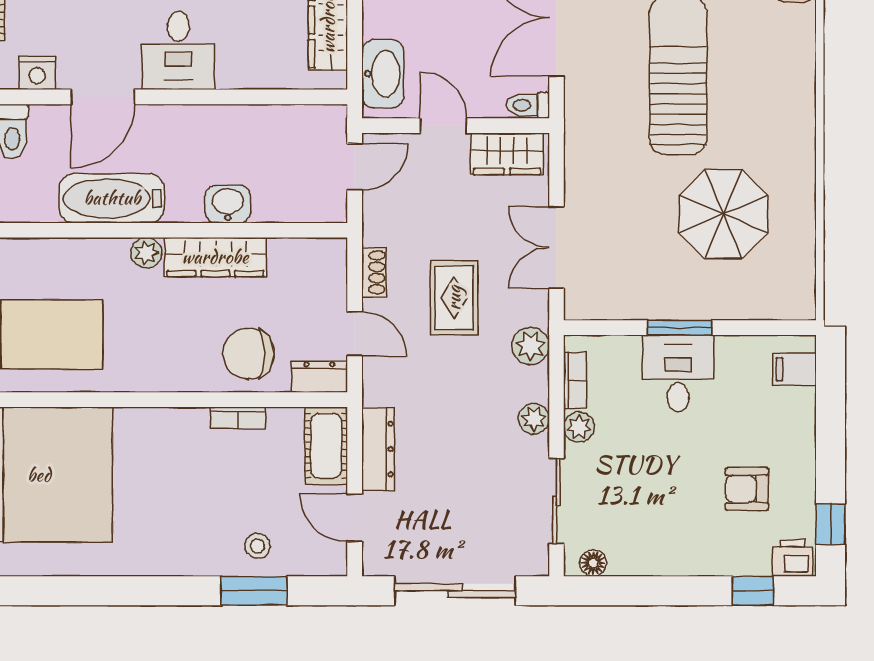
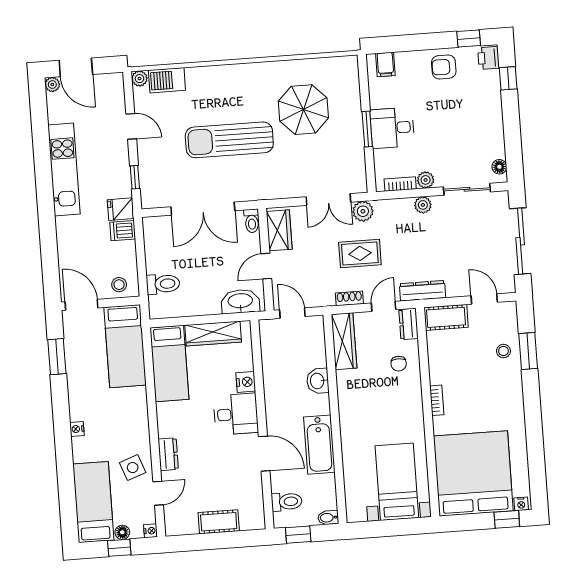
nightstand: (37, 73) -> (246, 382), moved
plant: (146, 253) -> (348, 424), removed
wardrobe: (215, 257) -> (344, 341), moved
plant: (530, 346) -> (363, 211), moved
chair: (248, 353) -> (399, 364), width x0.54, depth x0.54
bookcase: (238, 418) -> (437, 400), moved
dresser: (378, 449) -> (423, 291), moved
armchair: (747, 489) -> (444, 67), moved, turned 90
door: (355, 518) -> (484, 299), swing flipped

